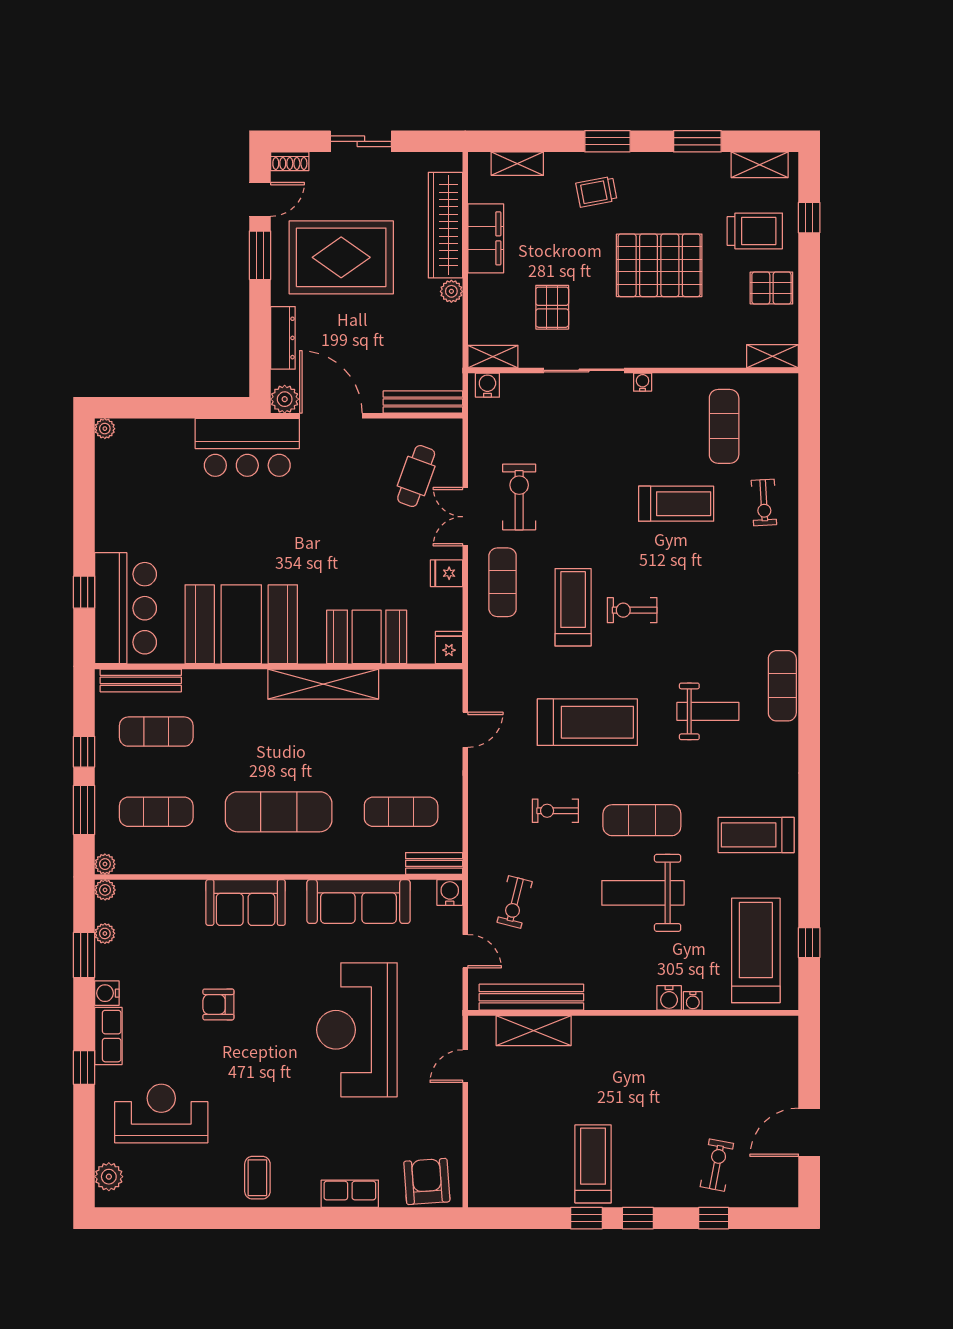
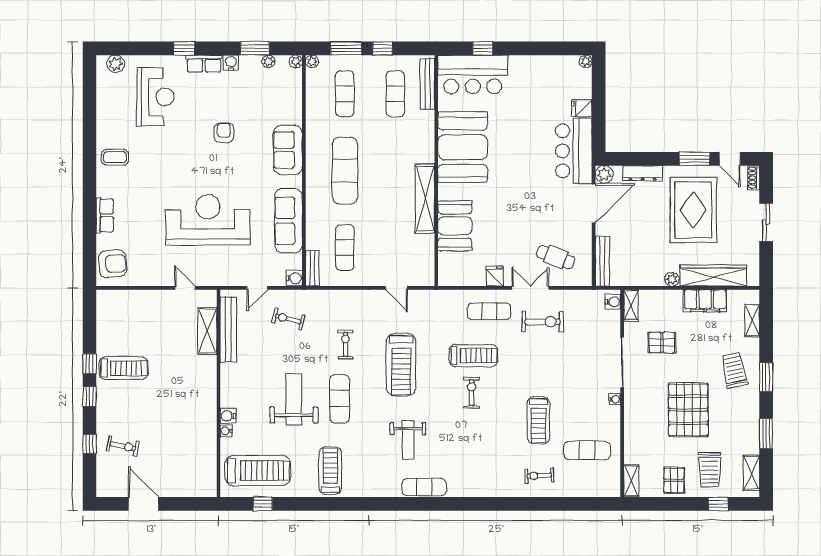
trolley: (596, 192) -> (734, 370), width x1.36, depth x1.39
fridge: (449, 647) -> (582, 108), moved, turned 180

